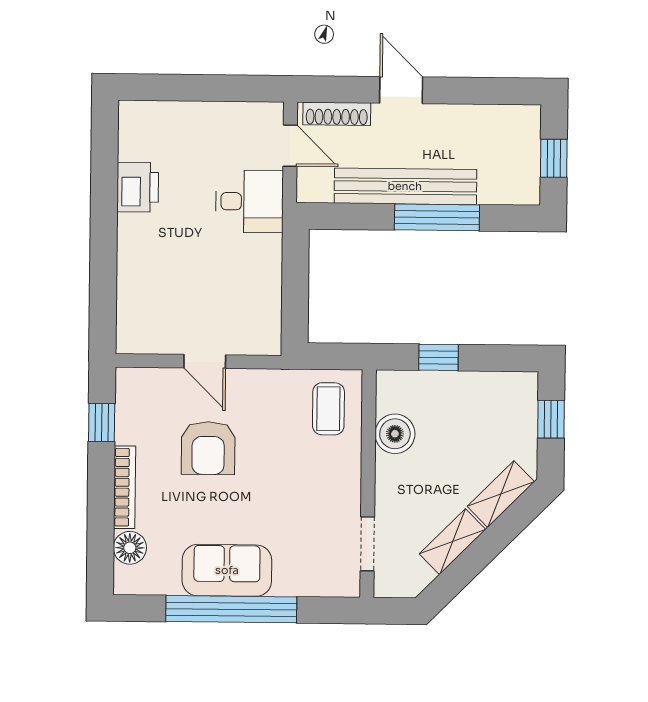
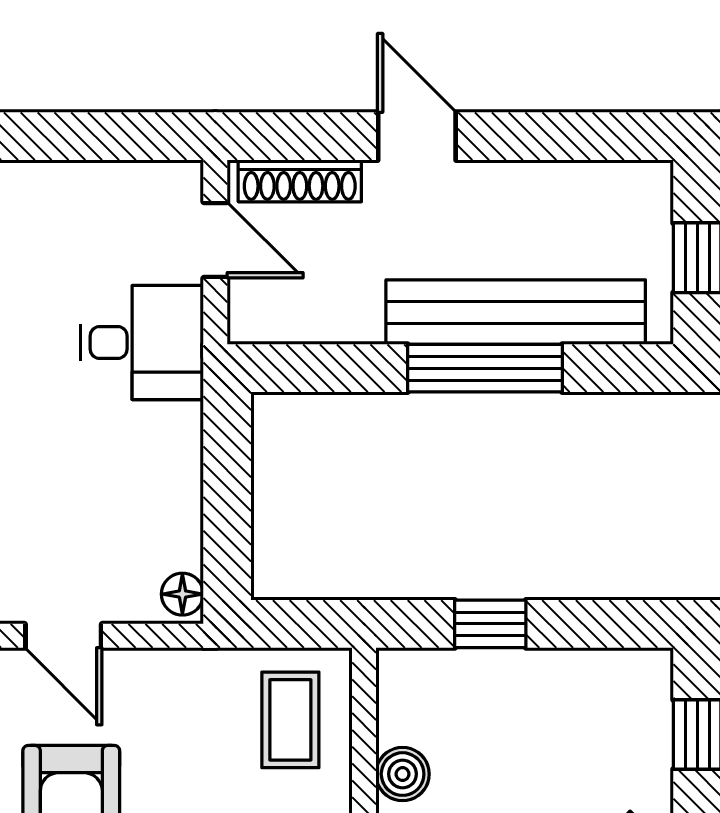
bench: (405, 186) -> (516, 312), moved
floor lamp: (270, 339) -> (182, 594), added
boiler: (395, 434) -> (403, 774), width x0.73, depth x0.73

